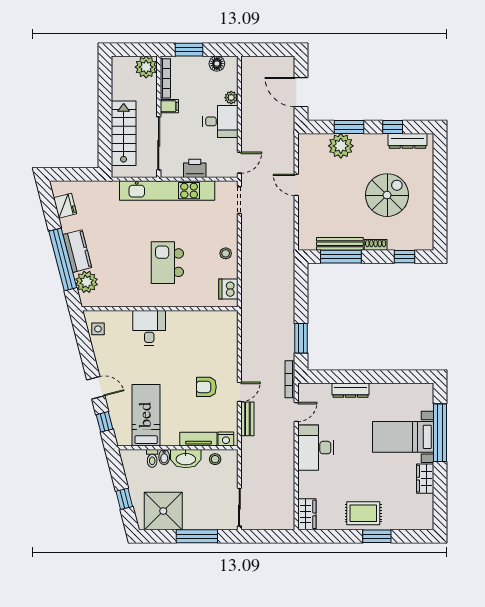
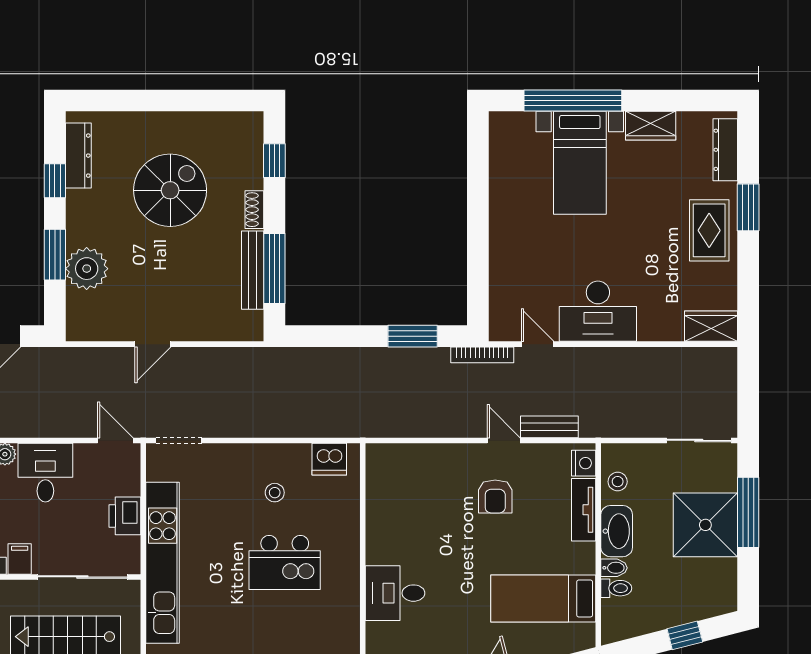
spiral stairs: (387, 195) -> (170, 190), turned 90
stool: (226, 253) -> (275, 493), moved
dresser: (351, 390) -> (725, 150), moved, turned 180
shower: (163, 511) -> (705, 525), moved

